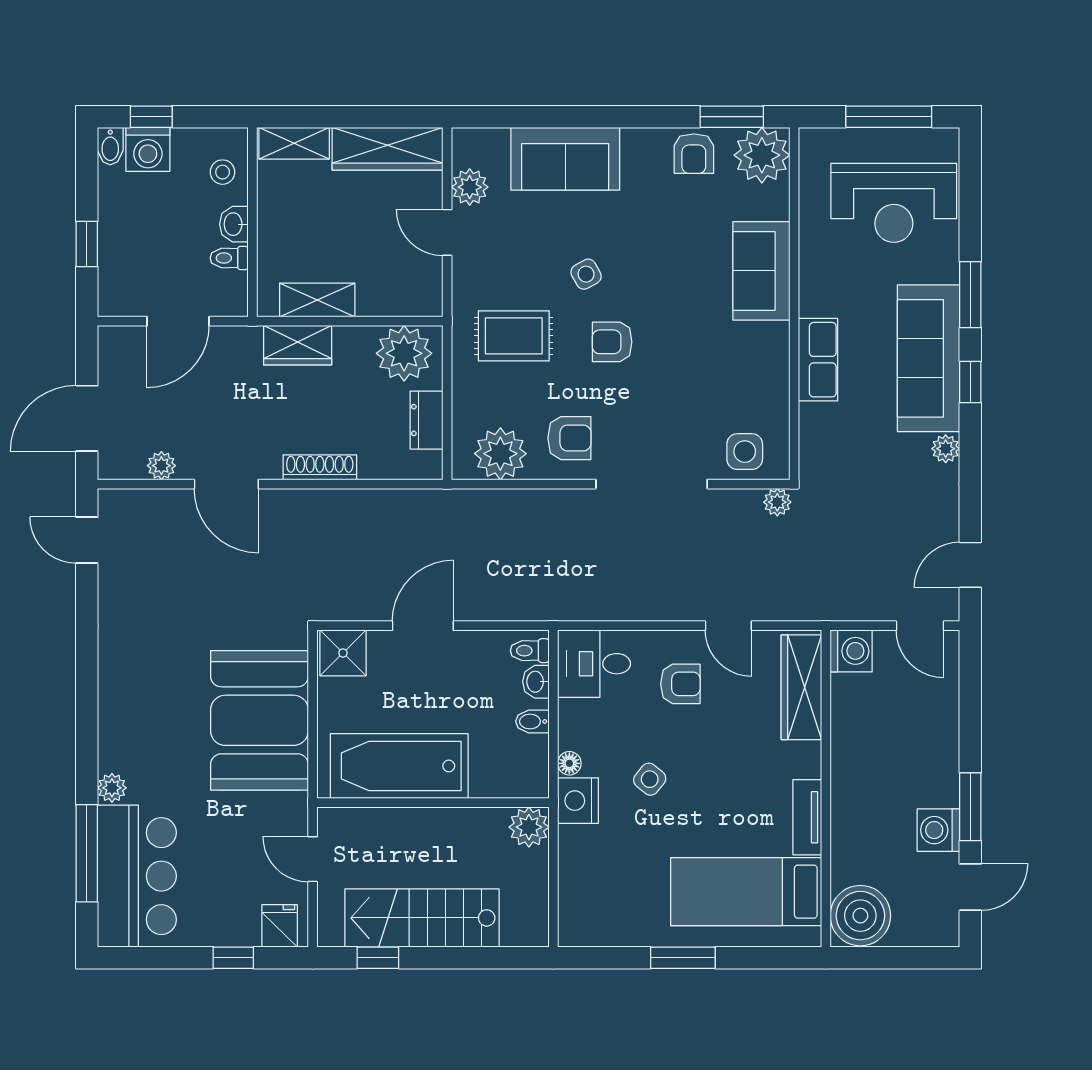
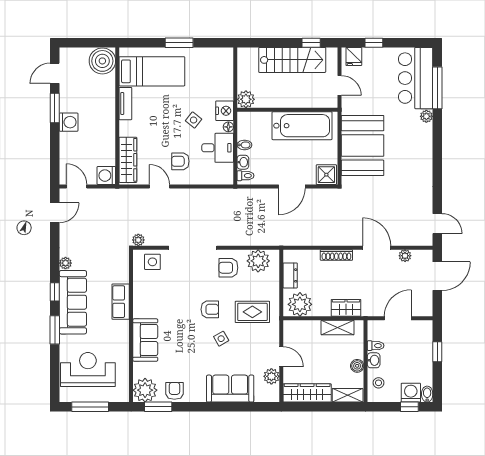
boiler: (272, 211) -> (357, 366), added
desk: (594, 664) -> (218, 148), moved
washing machine: (938, 830) -> (69, 122), moved

